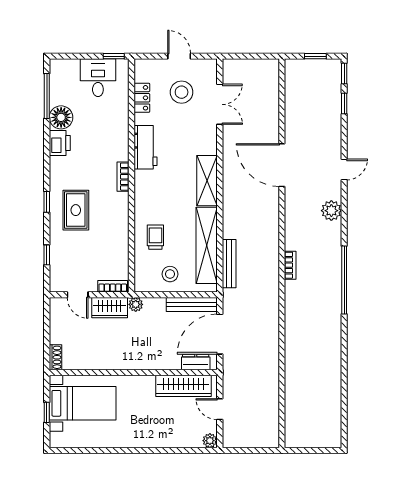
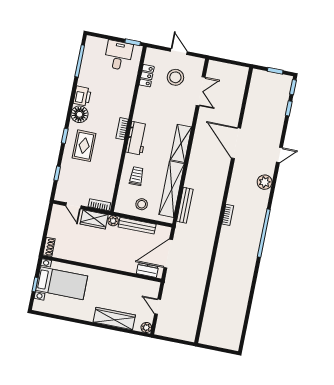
floor lamp: (61, 117) -> (79, 114), moved
workbench: (145, 147) -> (137, 138), moved
bench: (192, 304) -> (137, 226), moved
wardrobe: (183, 386) -> (114, 319), moved, turned 180

